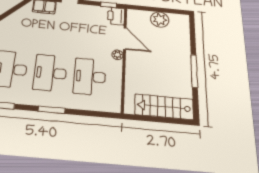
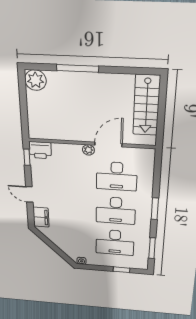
plant: (160, 20) -> (35, 80), moved
door: (125, 39) -> (108, 144), moved
window: (194, 71) -> (78, 68), moved

